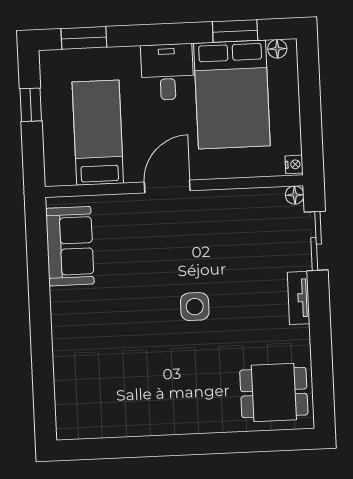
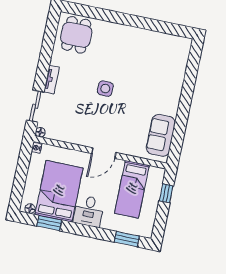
window: (31, 105) -> (166, 193), moved
dining table: (274, 392) -> (76, 35), turned 90

